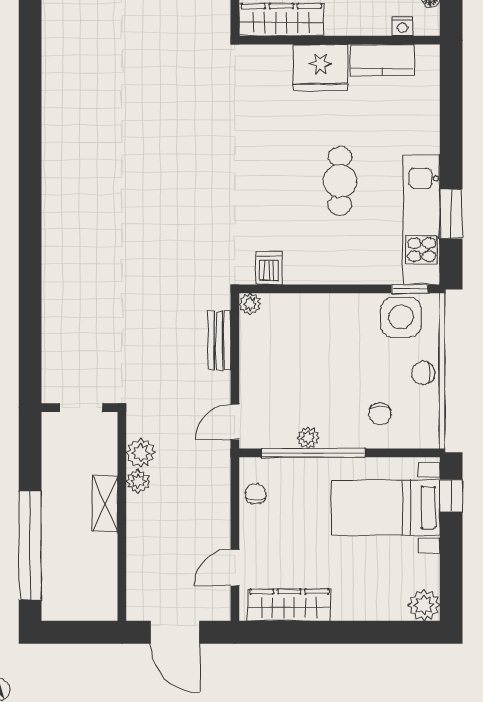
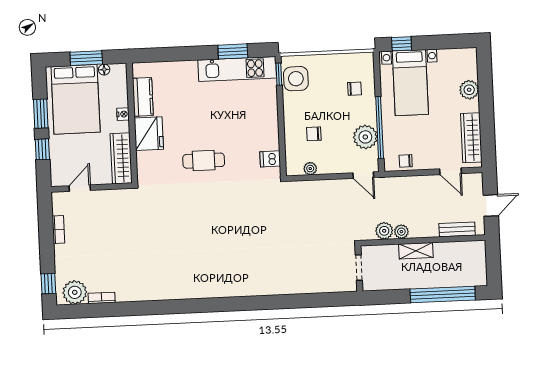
nightstand: (402, 26) -> (123, 114), moved
cafe table: (340, 181) -> (204, 161), moved
plant: (250, 304) -> (310, 169), moved
bench: (219, 340) -> (457, 229), moved
chair: (423, 373) -> (314, 134), moved, turned 90
plant: (308, 438) -> (365, 137), width x1.88, depth x1.88
plant: (424, 605) -> (469, 90), moved
door: (175, 632) -> (491, 205), width x0.73

